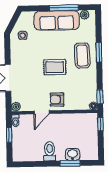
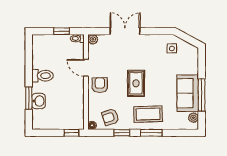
sofa: (57, 20) -> (188, 93), width x0.73
armchair: (86, 90) -> (110, 117), added
window: (100, 97) -> (122, 133), moved

